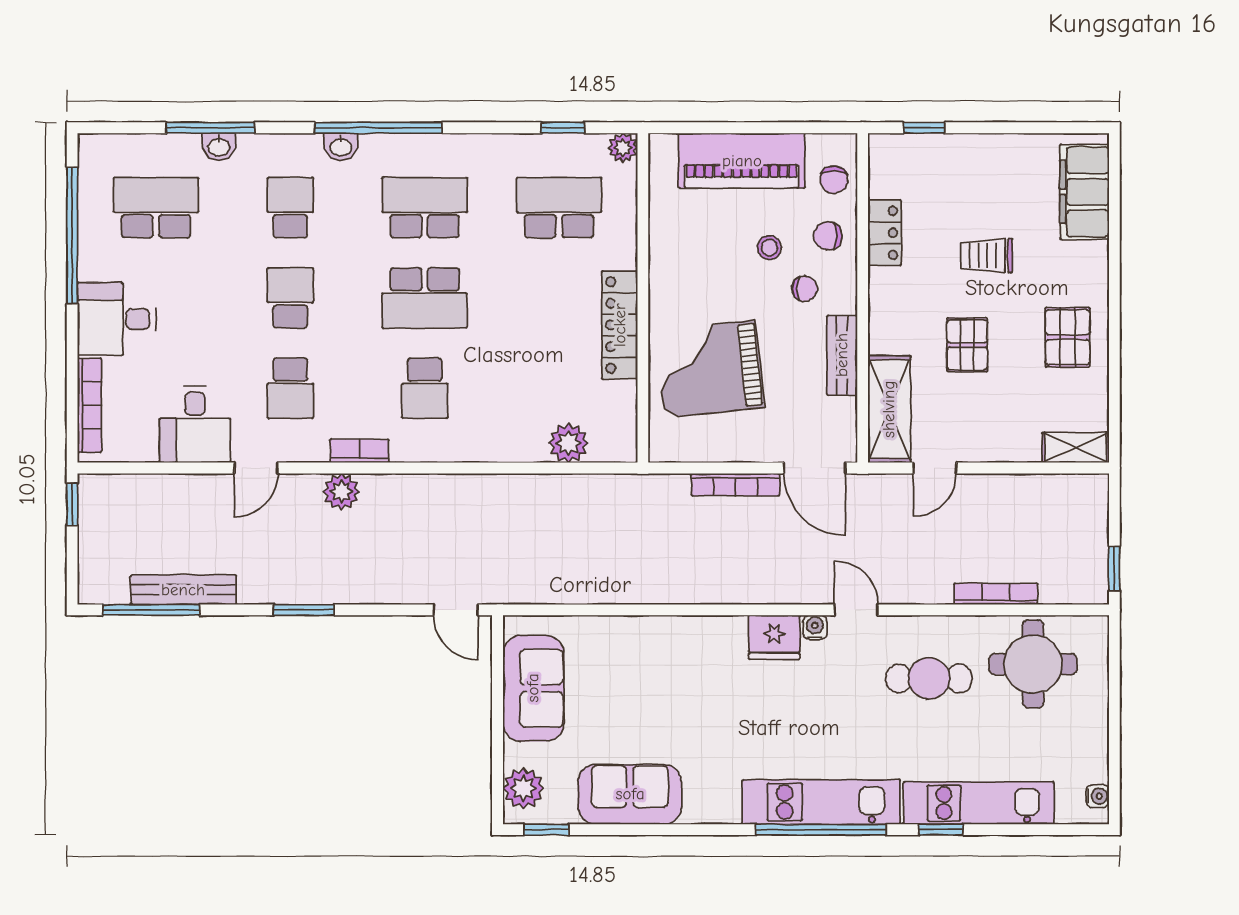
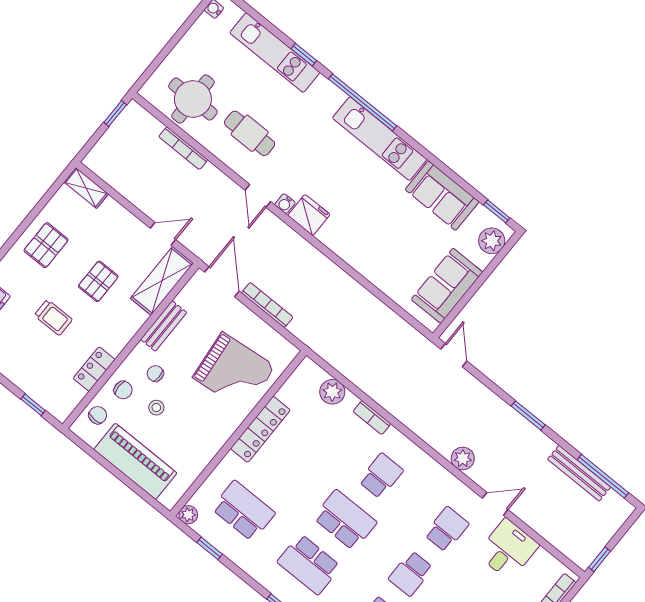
school desk: (559, 208) -> (243, 511), turned 180
bookcase: (360, 451) -> (372, 418), moved
kitchen unit: (821, 802) -> (380, 139), moved

